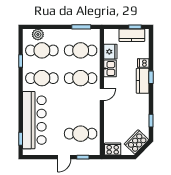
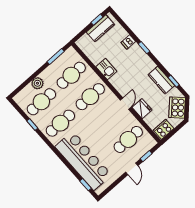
plant: (38, 34) -> (37, 83), moved
fridge: (110, 52) -> (142, 109), moved
kitchen counter: (143, 81) -> (161, 80), moved
door: (102, 94) -> (126, 104), moved

